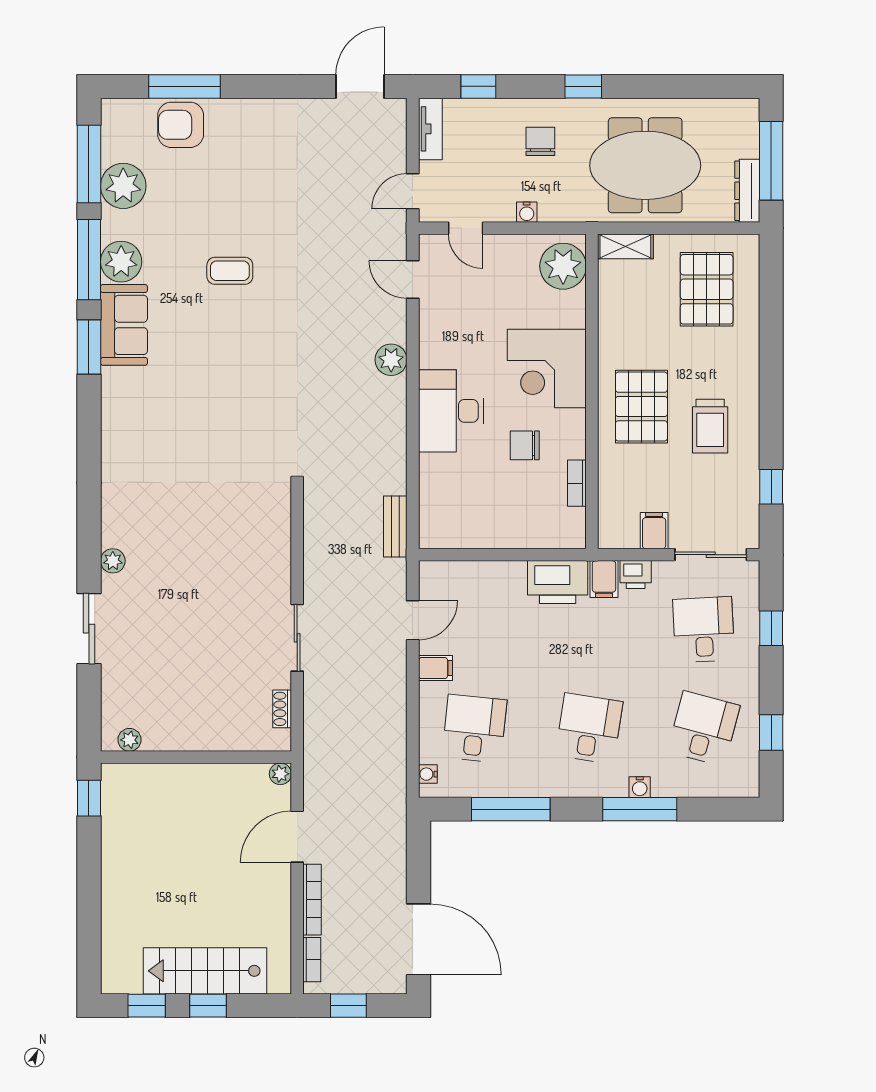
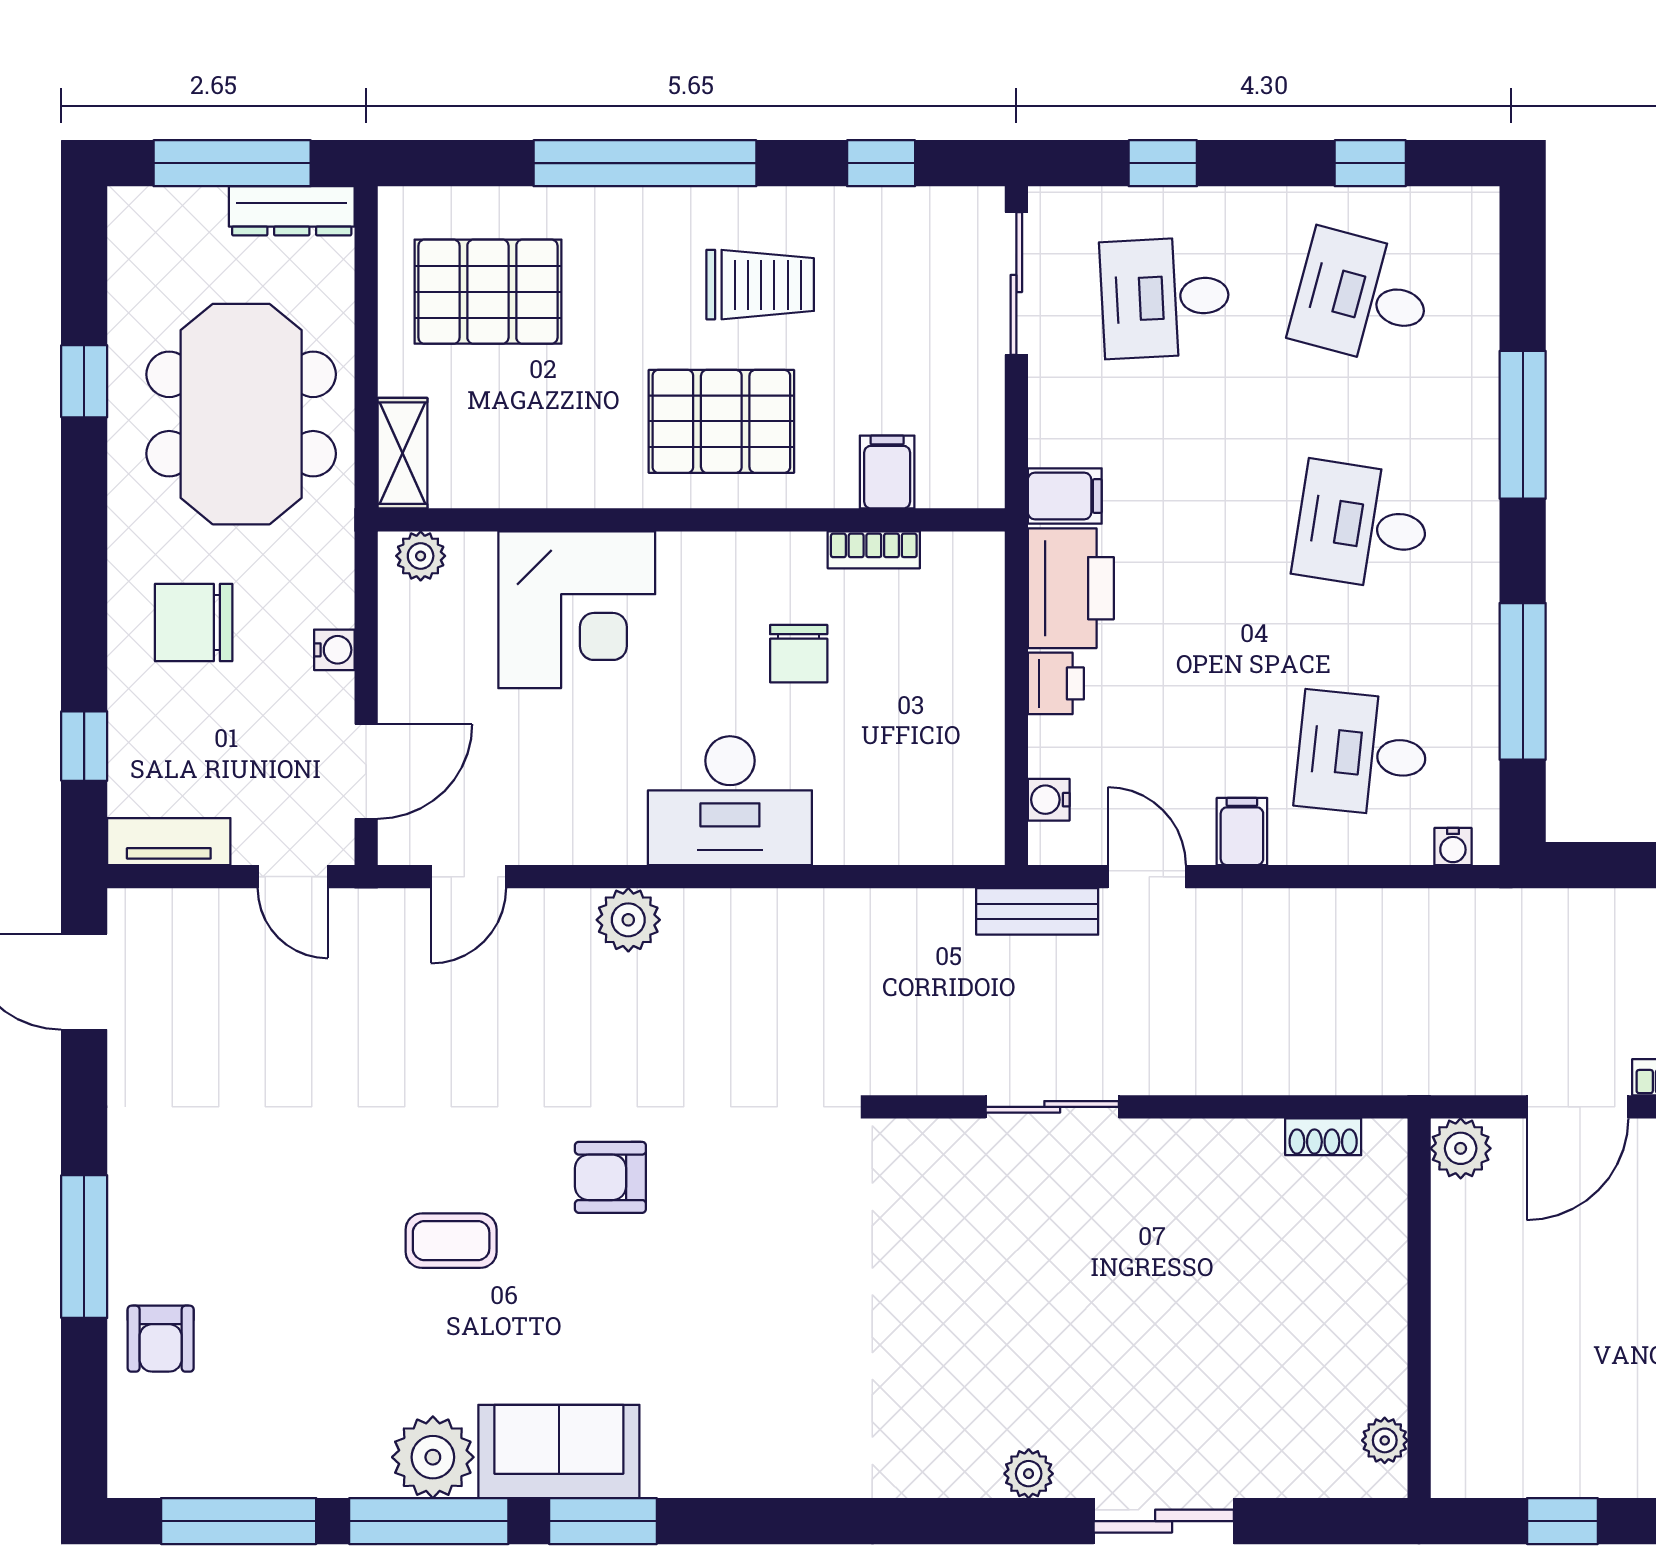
window: (184, 86) -> (84, 1247), moved
window: (583, 86) -> (84, 381), moved
armchair: (181, 125) -> (161, 1339), width x0.72, depth x0.72
chair: (540, 141) -> (194, 622), width x1.37, depth x1.37
plant: (123, 186) -> (282, 1453), removed
door: (466, 228) -> (366, 771), width x1.38
plant: (563, 266) -> (421, 556), width x0.53, depth x0.53
coffee table: (230, 271) -> (451, 1241), turned 90
armchair: (262, 351) -> (610, 1177), added
window: (771, 368) -> (645, 163), added
corner desk: (547, 369) -> (577, 610), moved
bench: (395, 527) -> (1037, 911), moved
filing cabinet: (654, 531) -> (887, 472), moved, turned 90
printer: (636, 575) -> (1056, 683), moved
sliding door: (297, 638) -> (1052, 1107), moved
plant: (280, 774) -> (1461, 1148), width x1.38, depth x1.38
water cooler: (640, 787) -> (1049, 800), moved, turned 180
window: (89, 798) -> (1562, 1521), moved
door: (297, 837) -> (1577, 1107), hinge flipped

